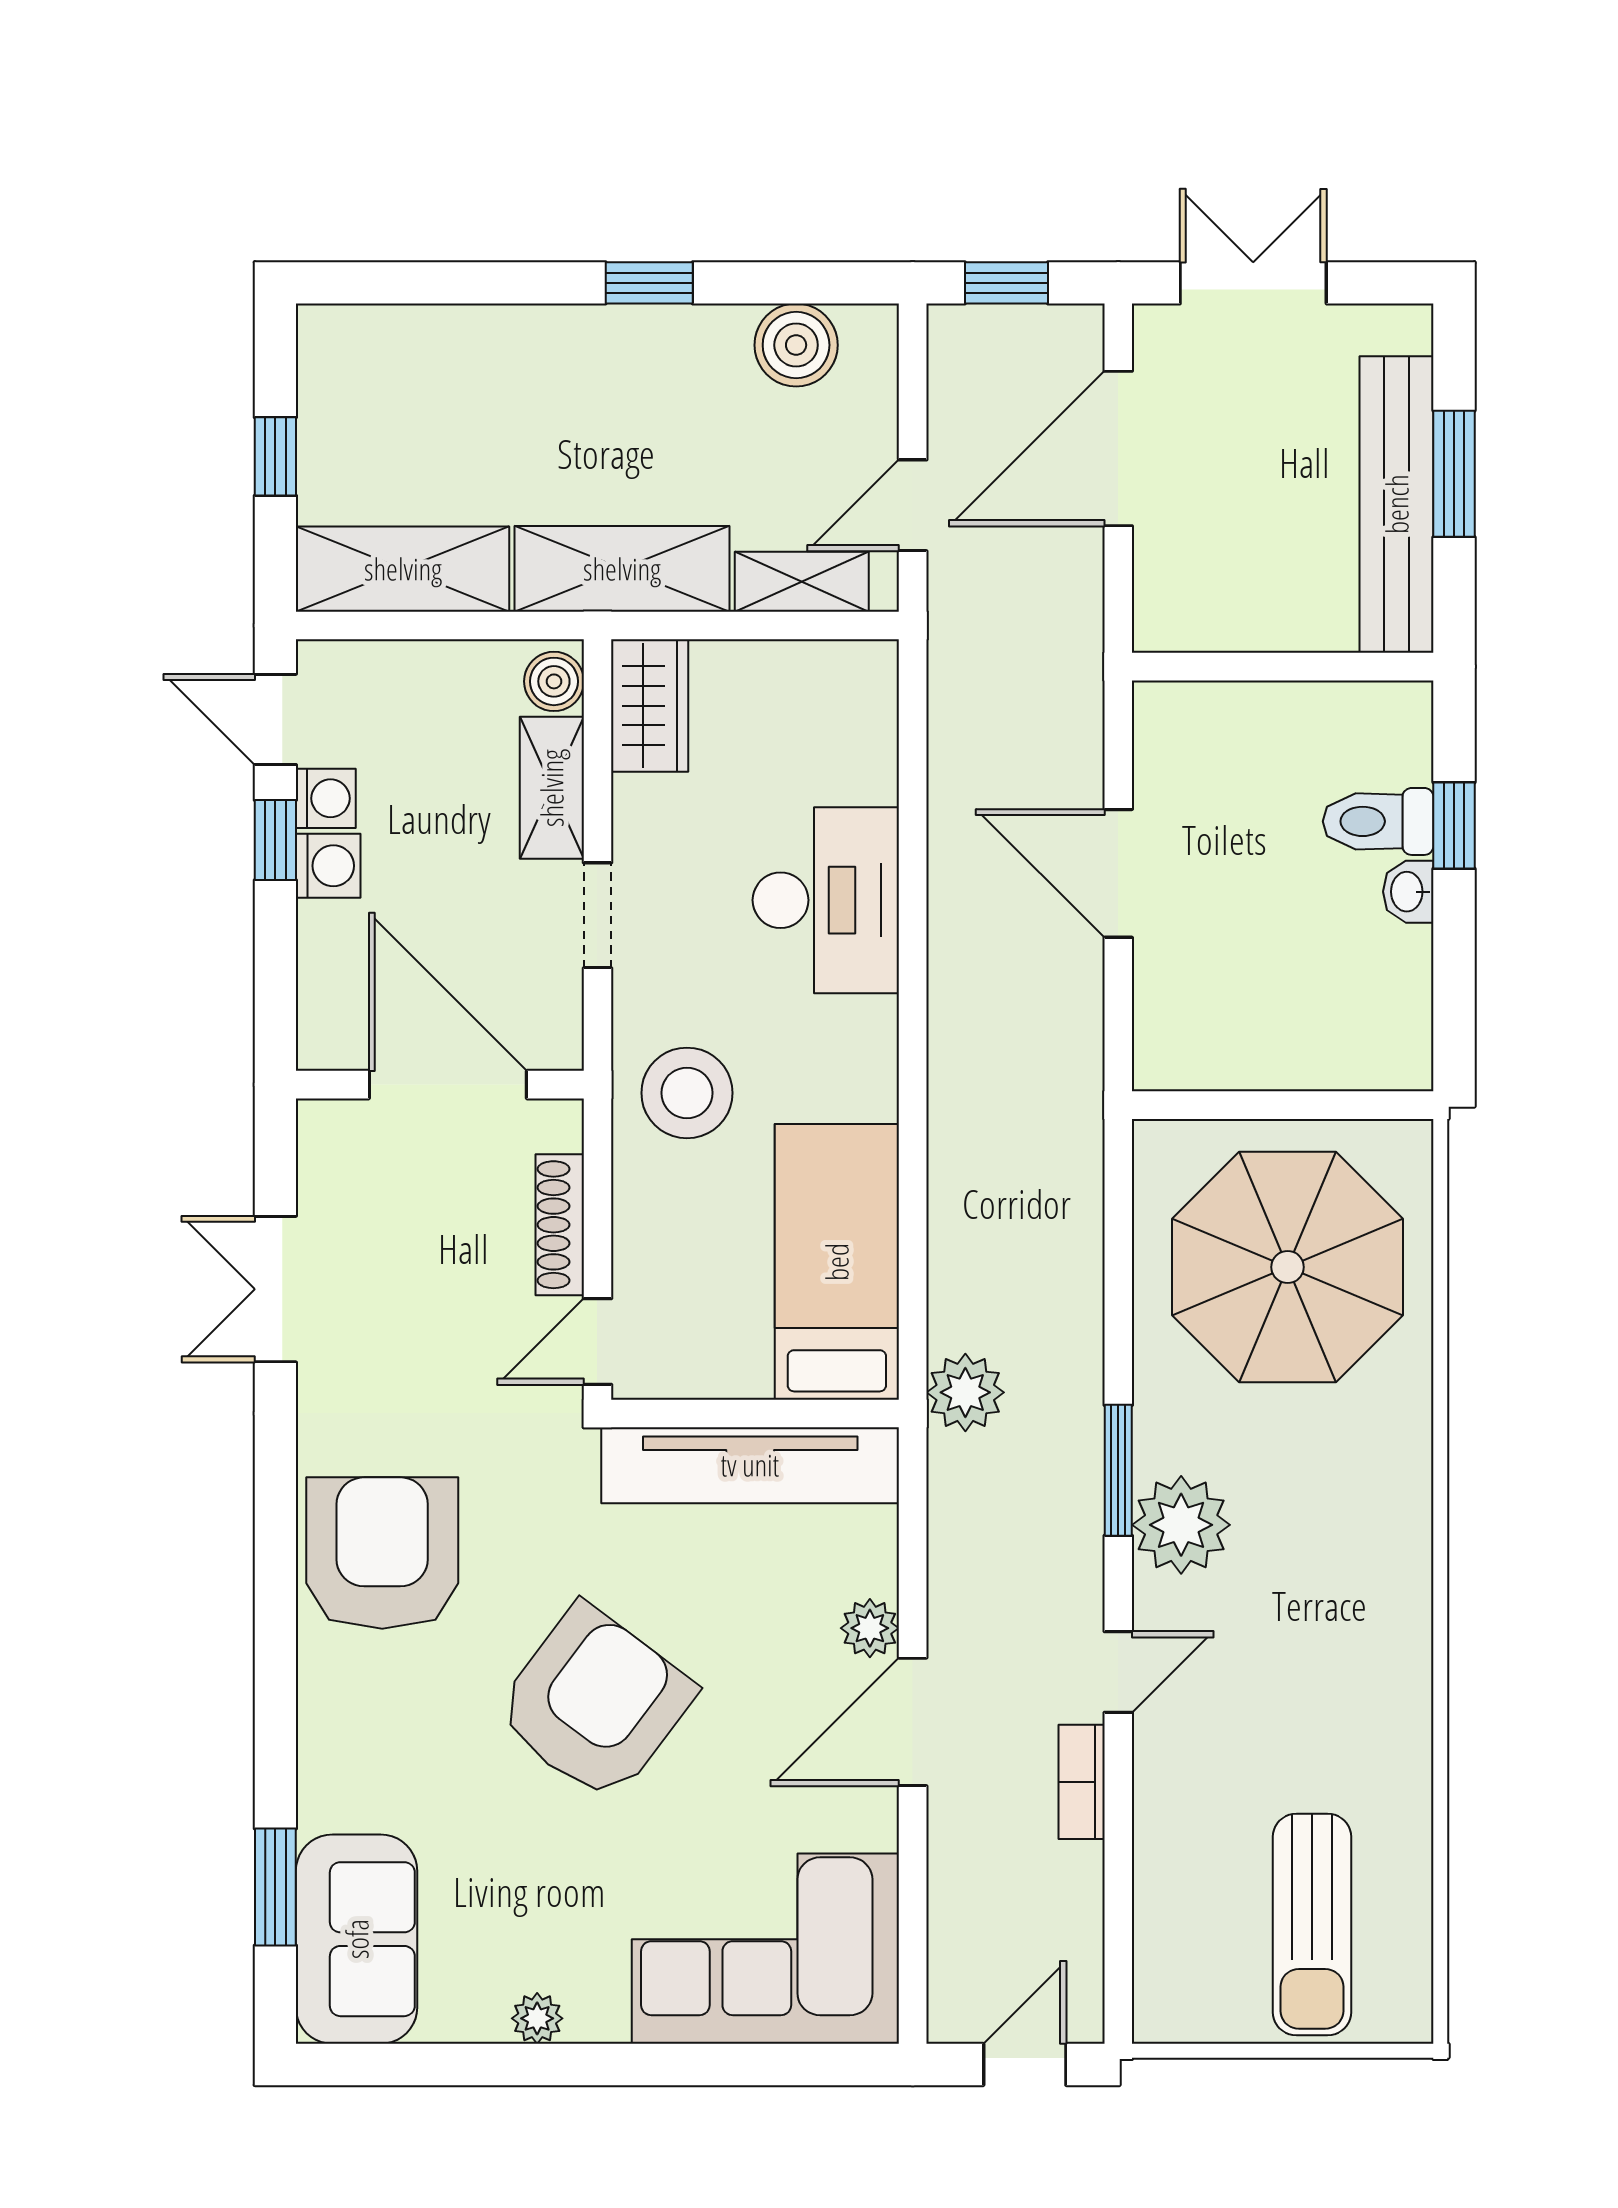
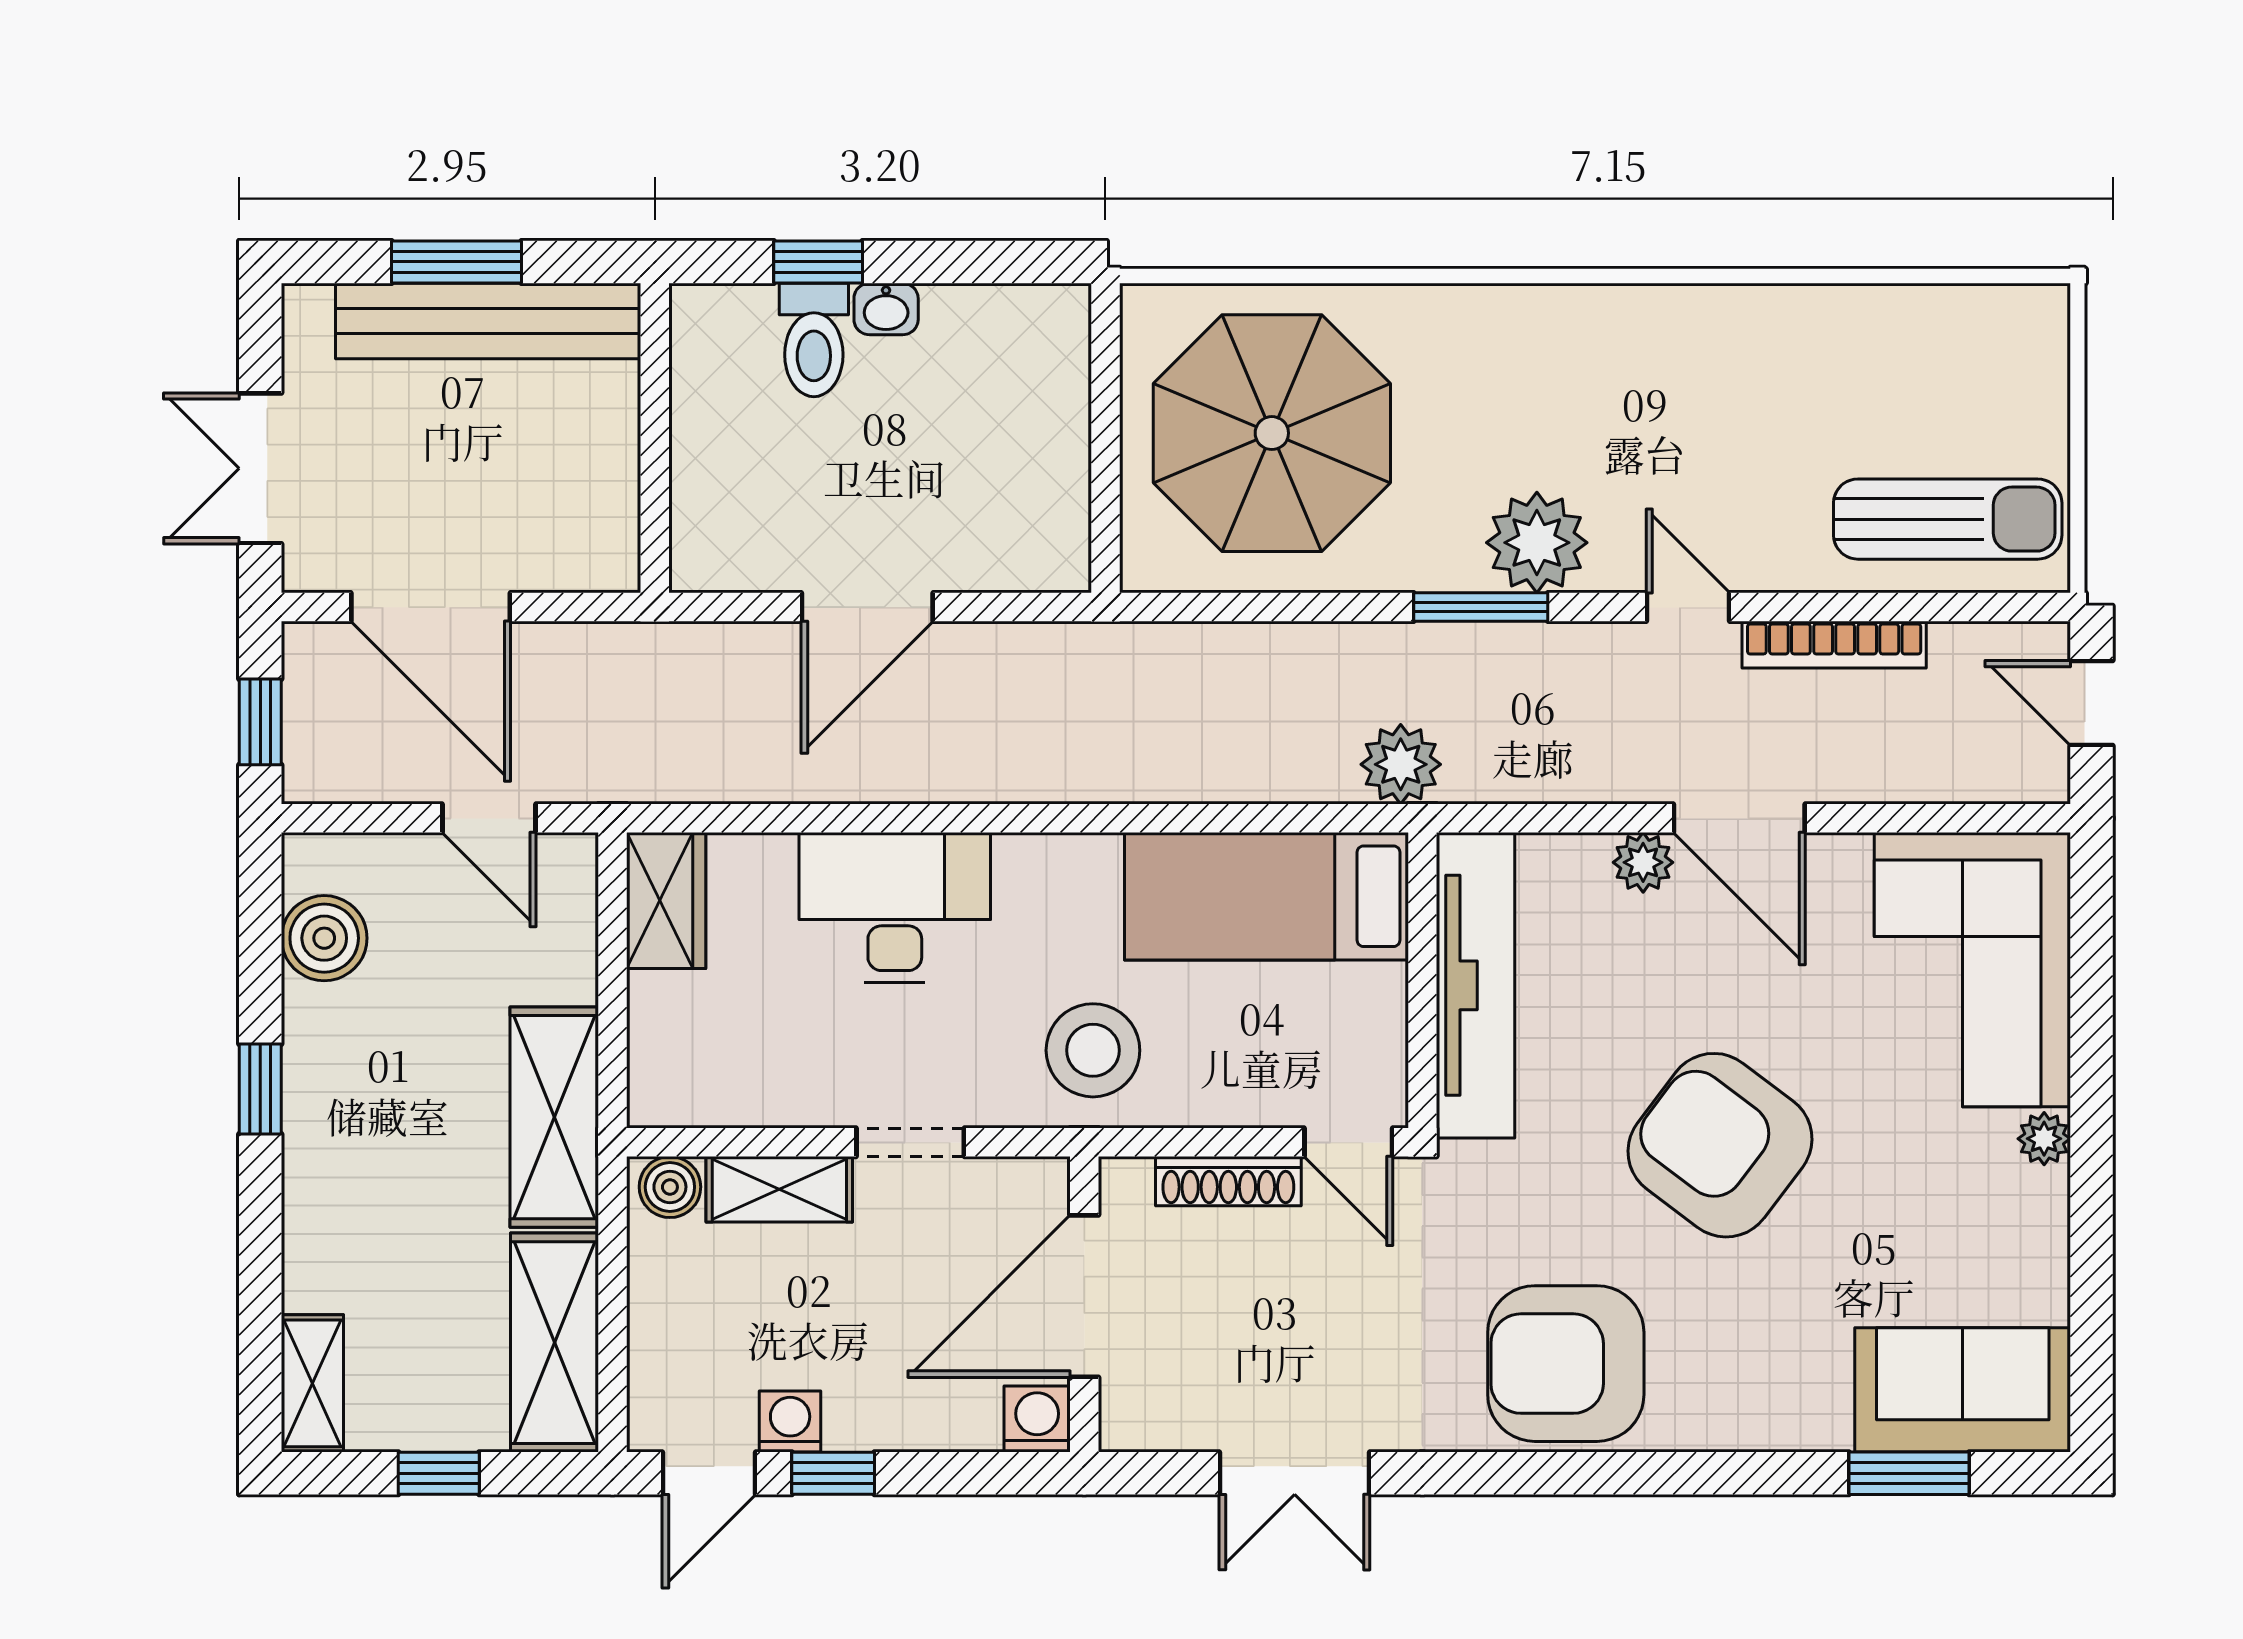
shelving: (802, 582) -> (312, 1383), moved
wardrobe: (650, 706) -> (666, 901), moved, turned 90
washing machine: (328, 866) -> (1037, 1419), moved
bookcase: (1082, 1782) -> (1834, 645), width x1.56
sun lounger: (1312, 1925) -> (1948, 519), moved
plant: (537, 2018) -> (2044, 1139), moved

